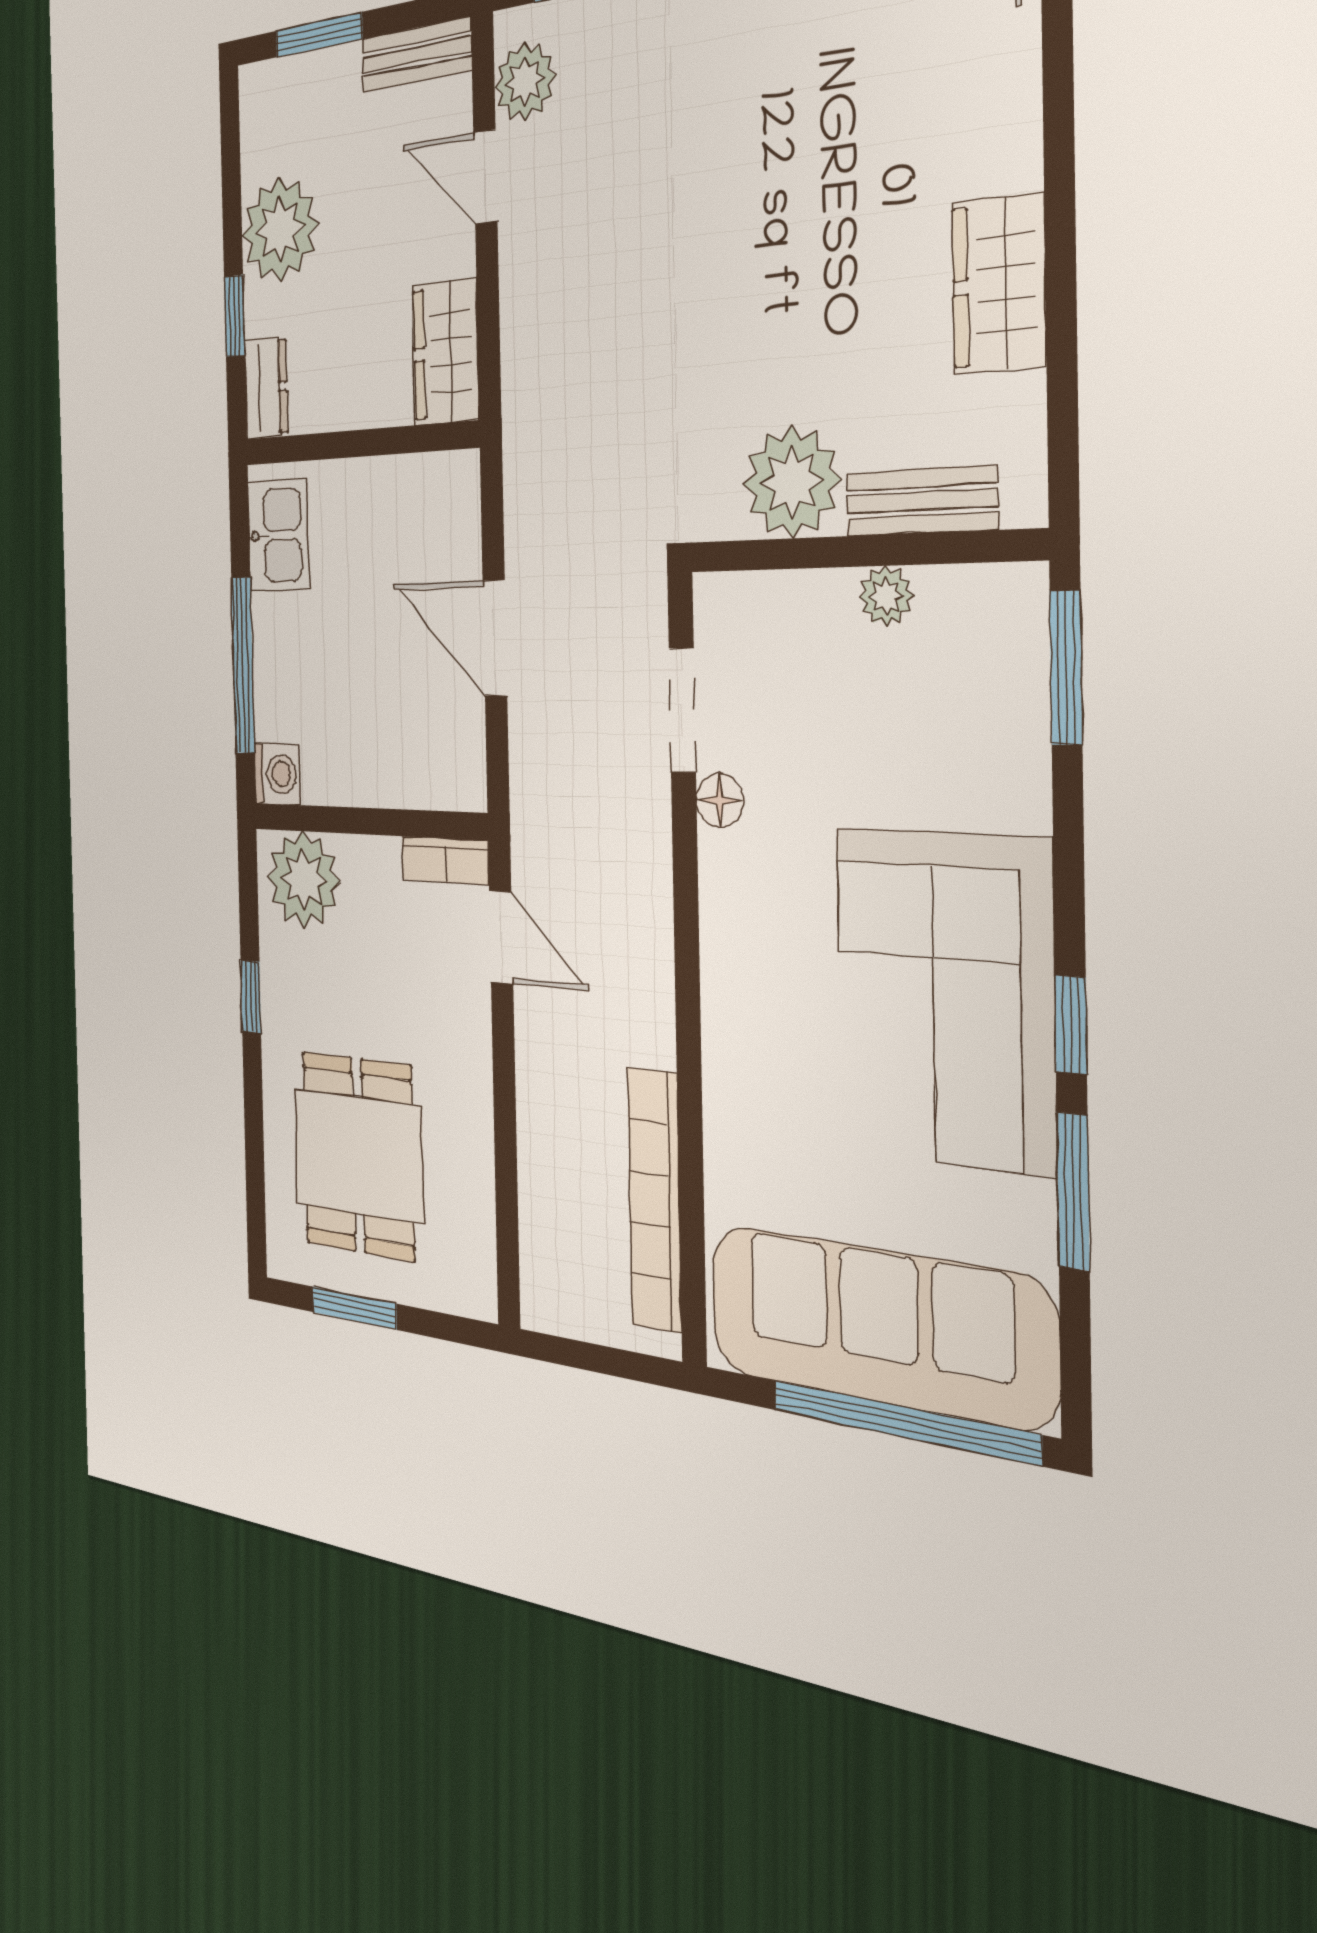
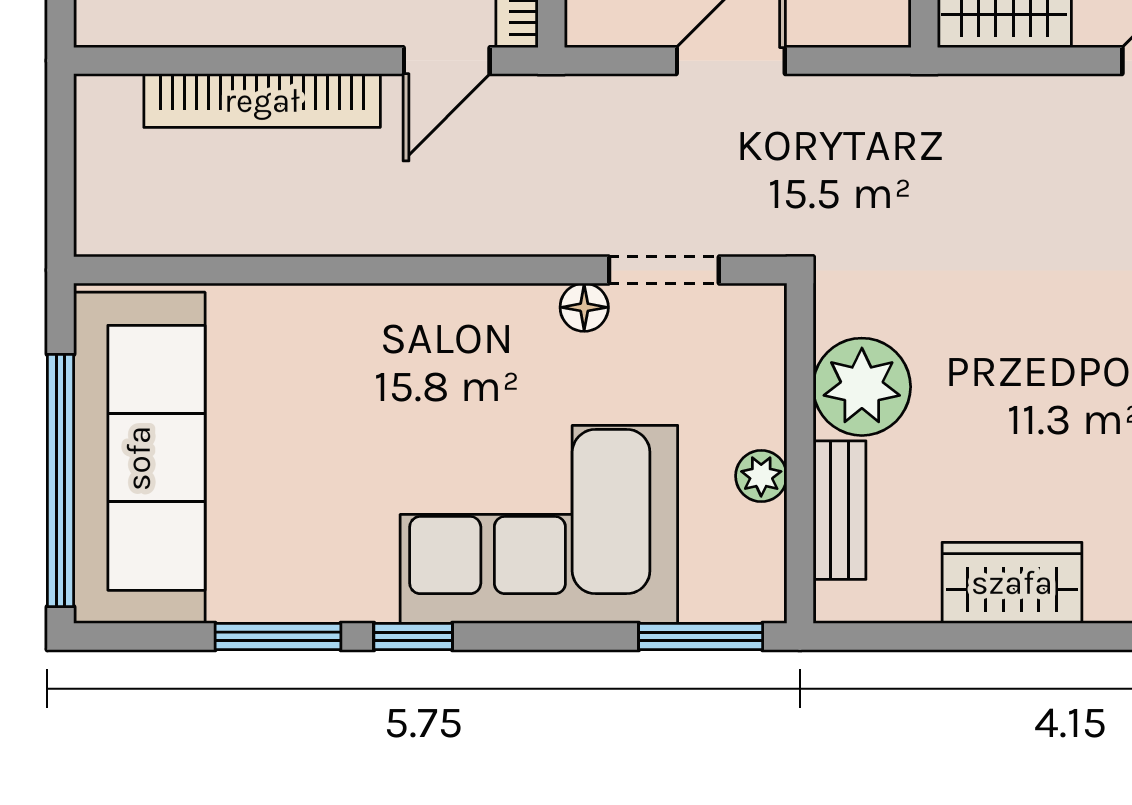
corner sofa: (944, 999) -> (539, 524), moved
bookcase: (655, 1200) -> (262, 101), moved, turned 180

